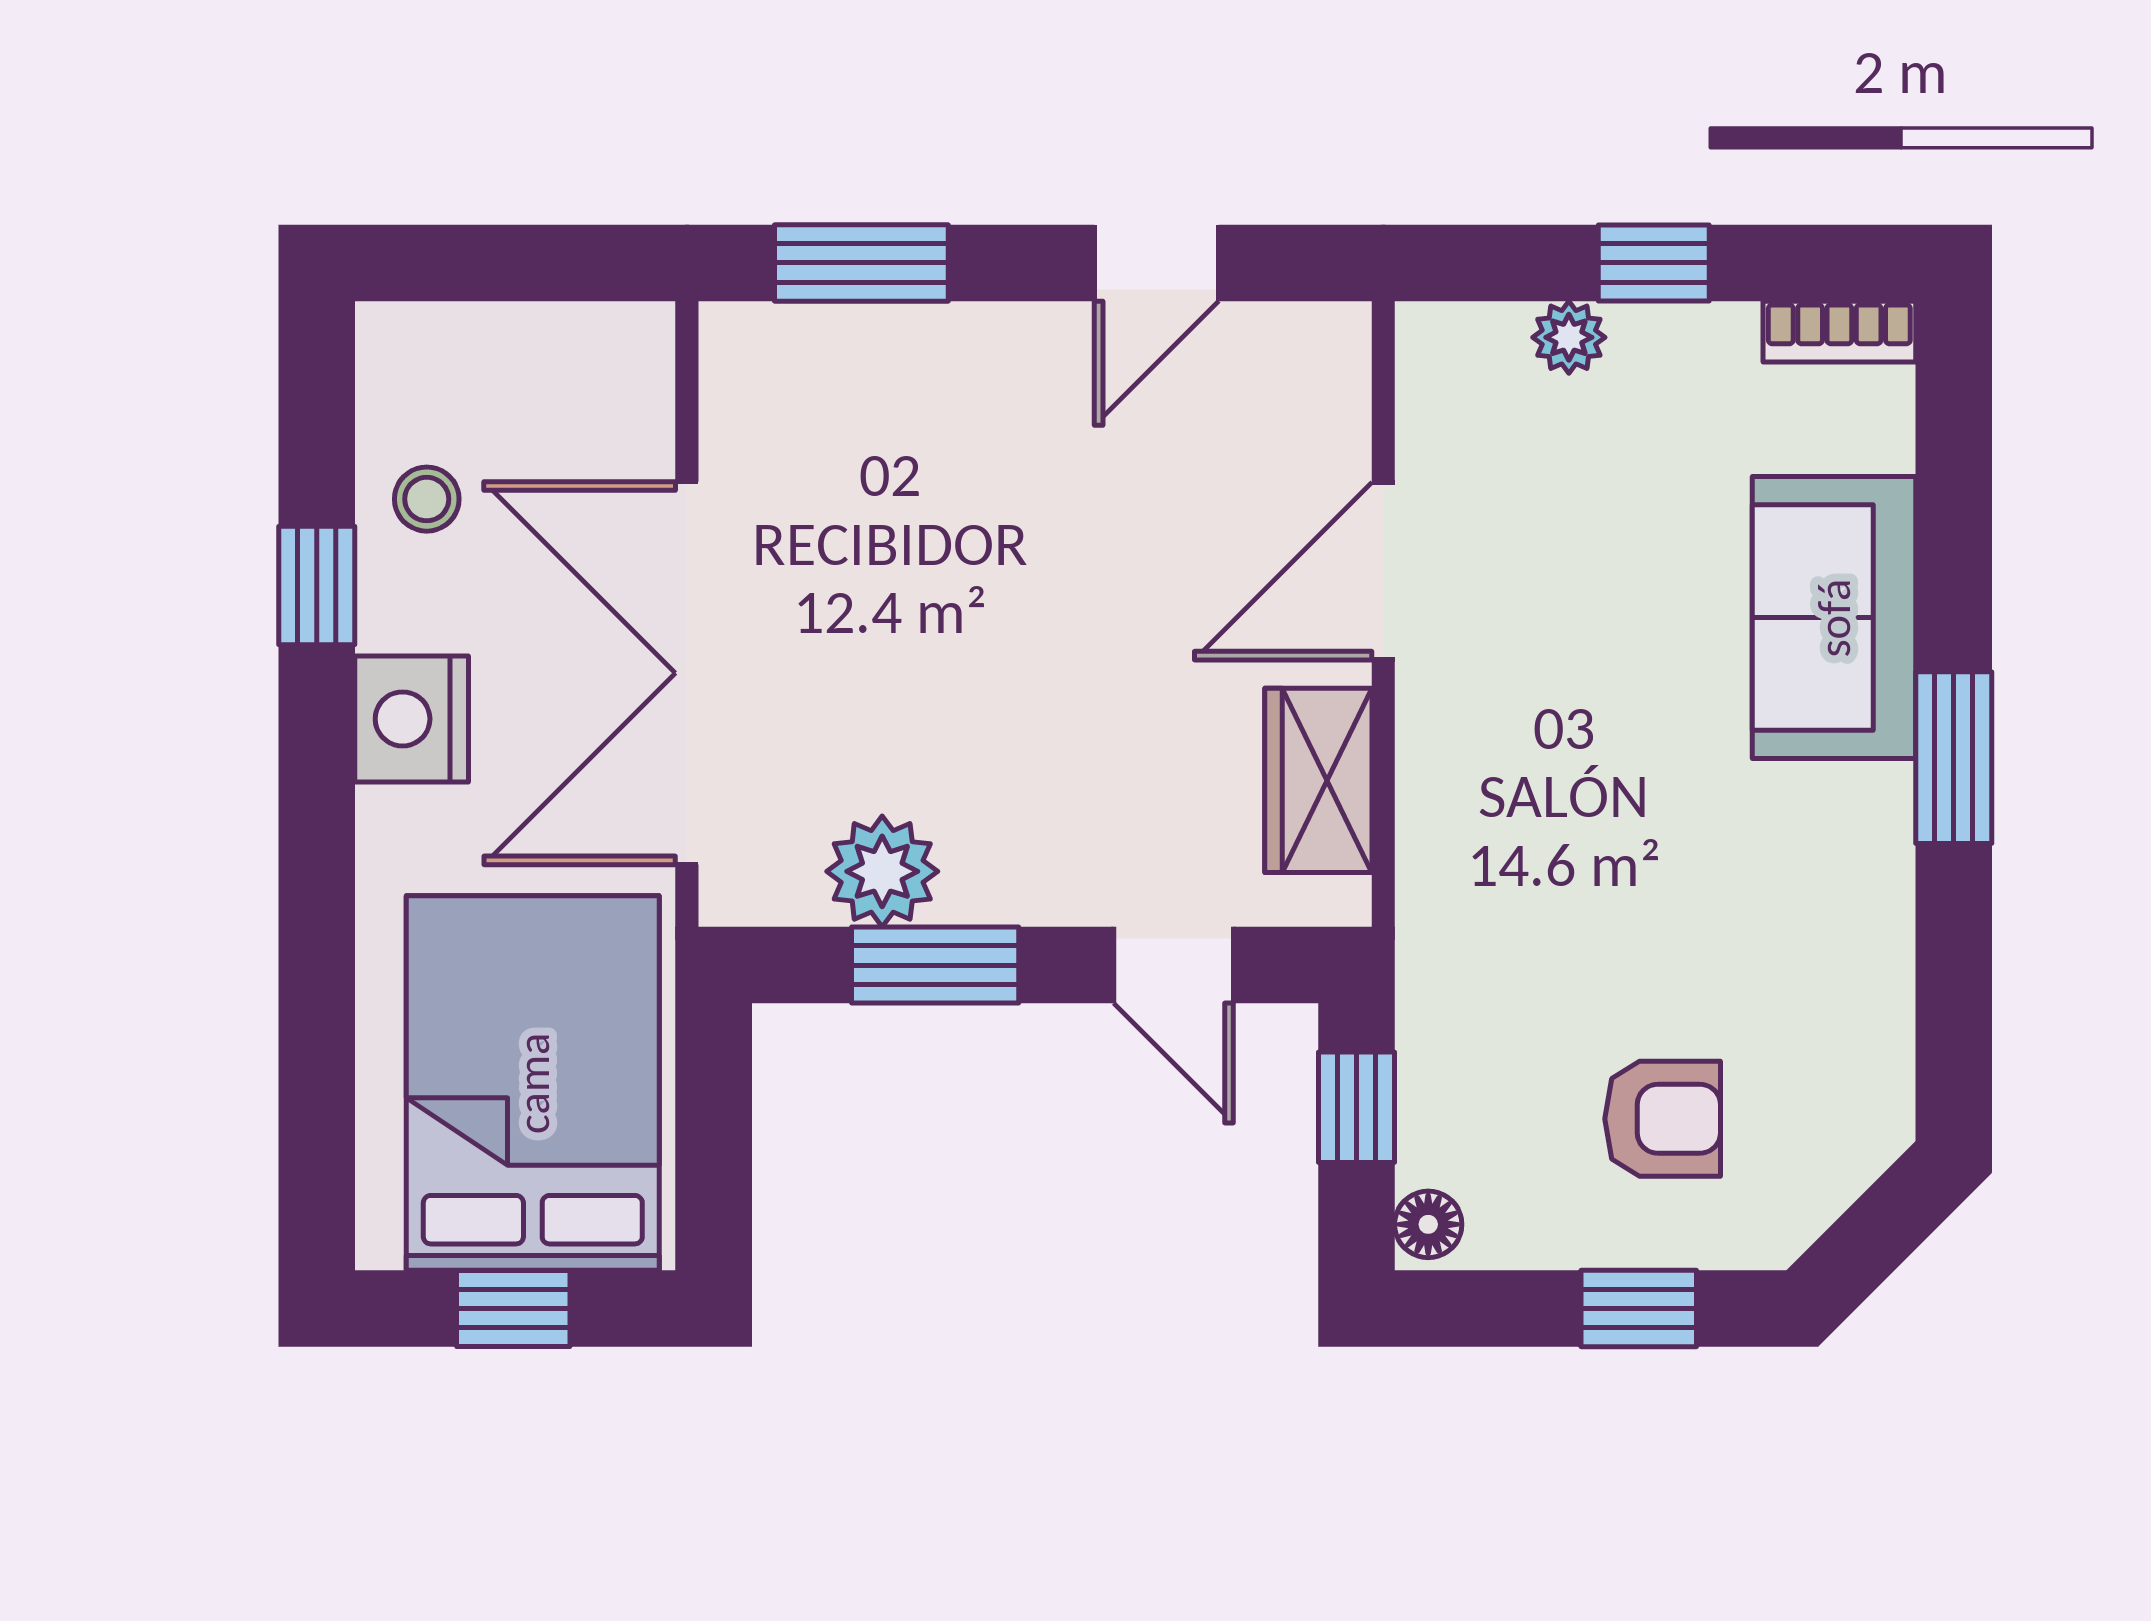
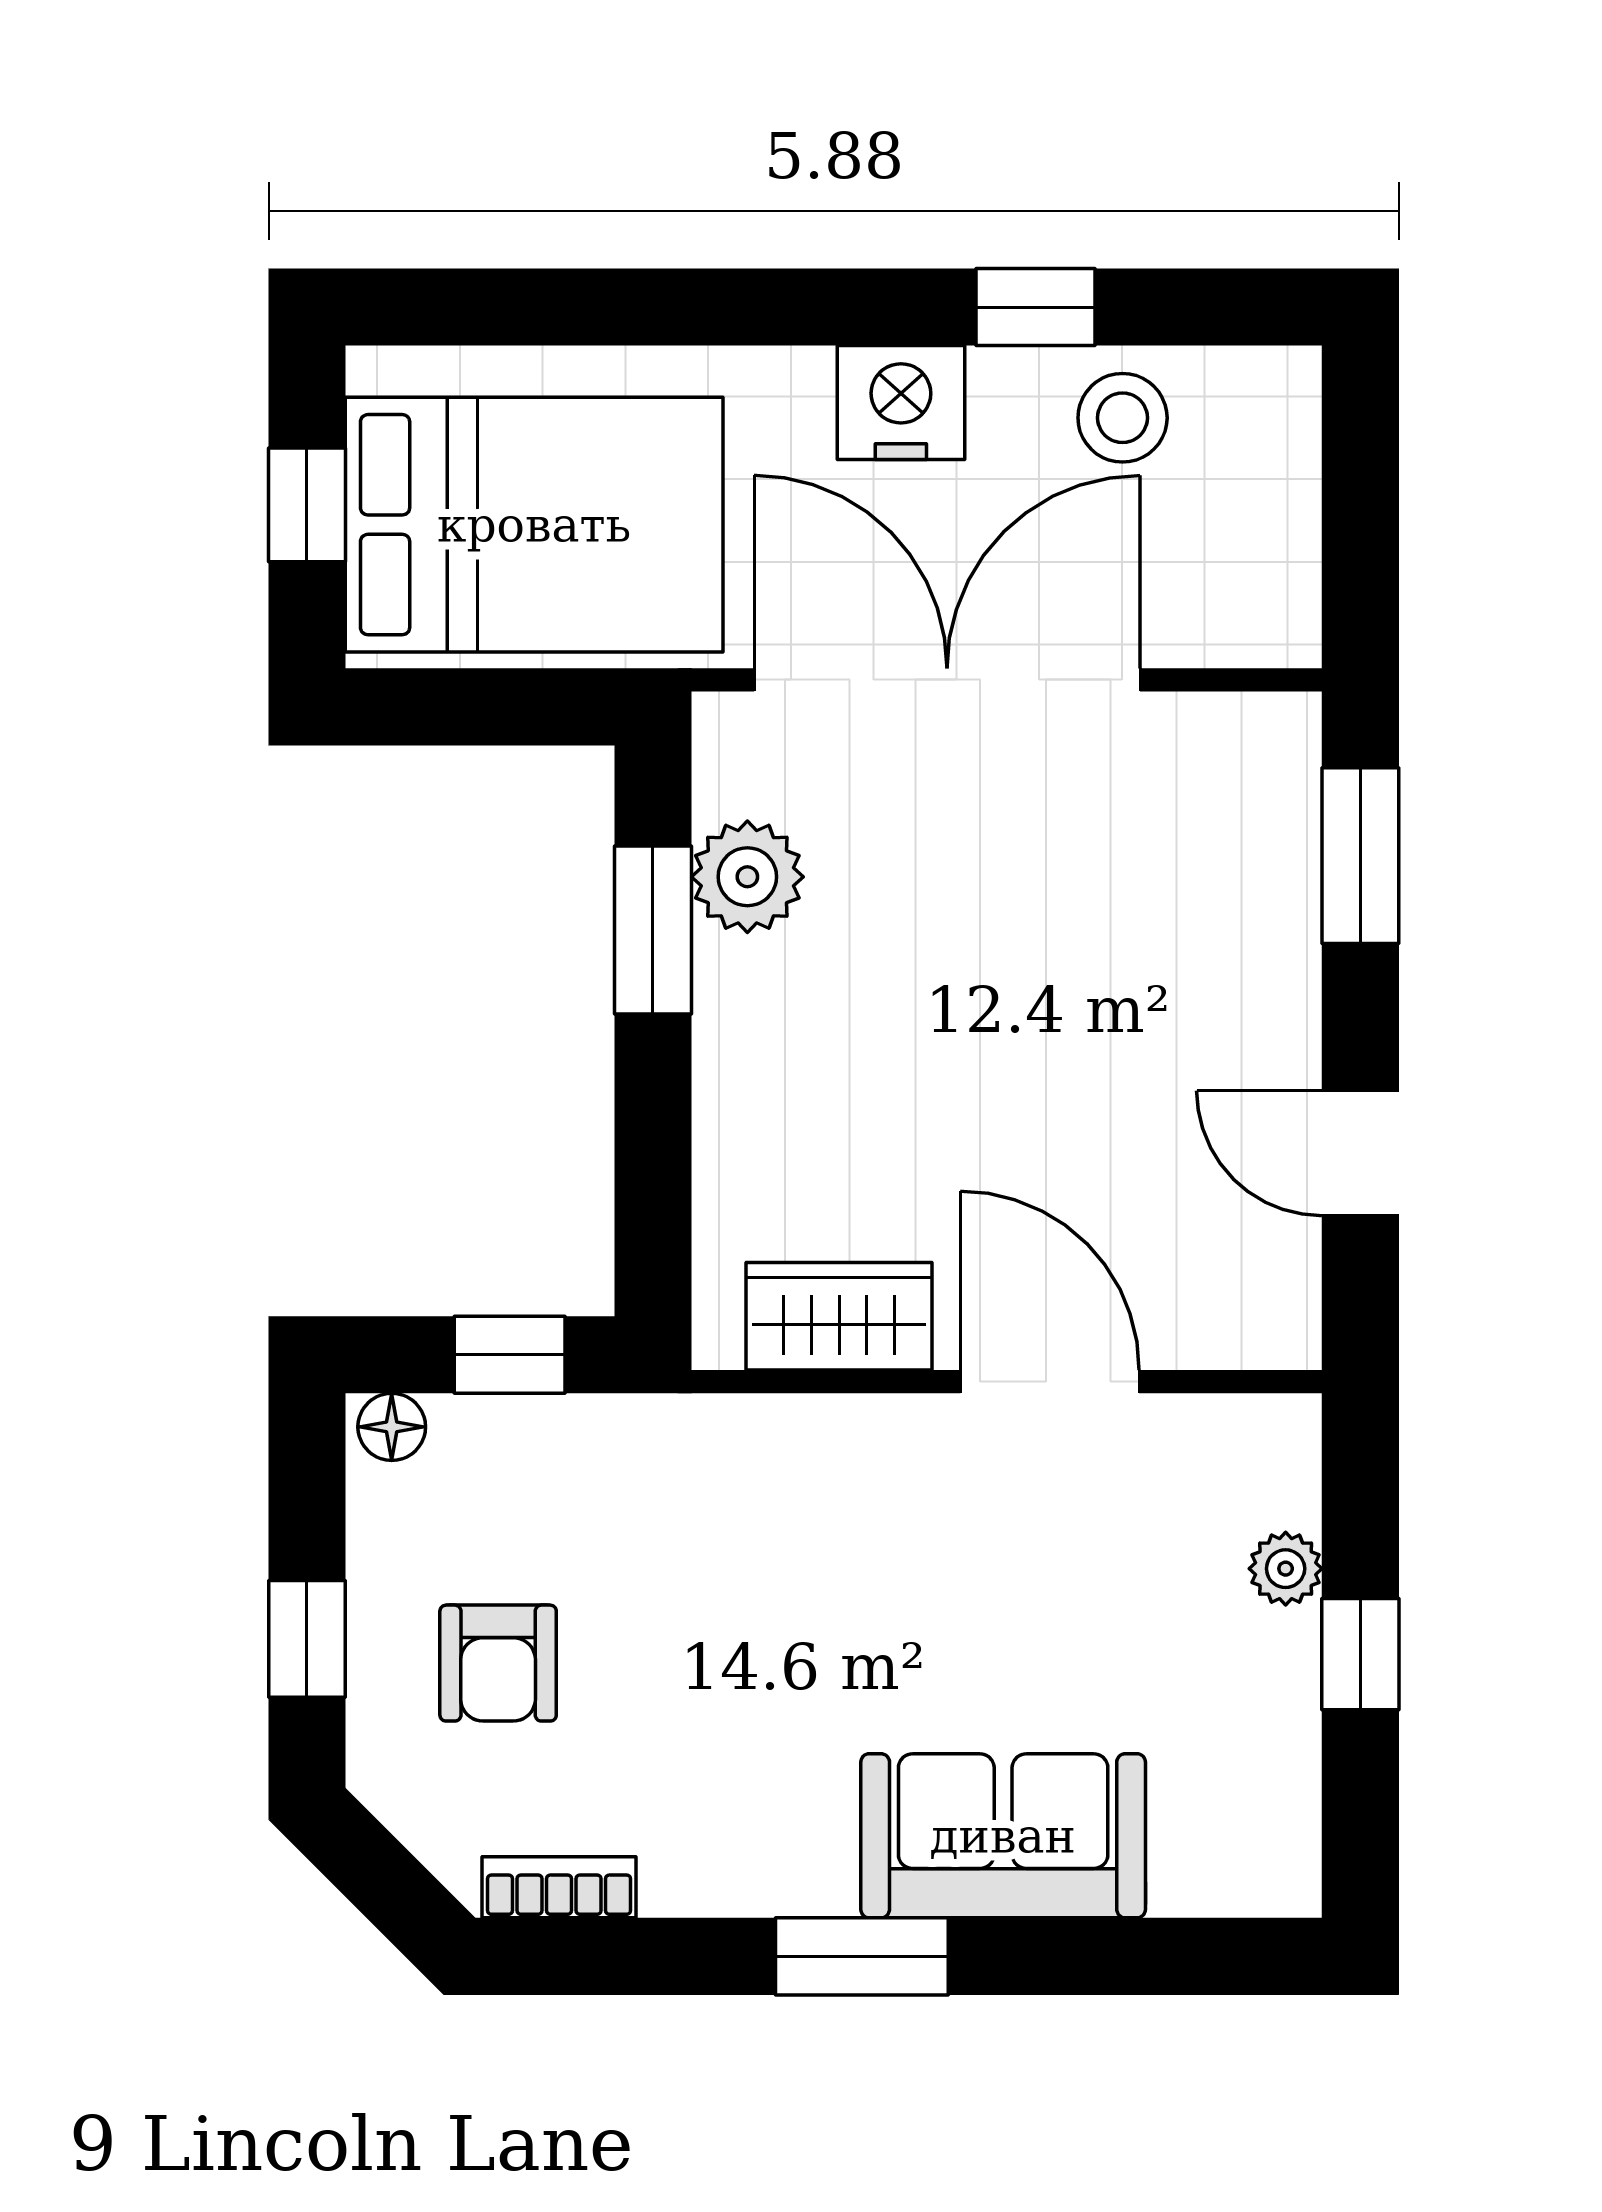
bookcase: (1839, 332) -> (559, 1887), moved, turned 90
stool: (427, 499) -> (1123, 418), width x1.37, depth x1.37
door: (1173, 965) -> (653, 1170), removed

